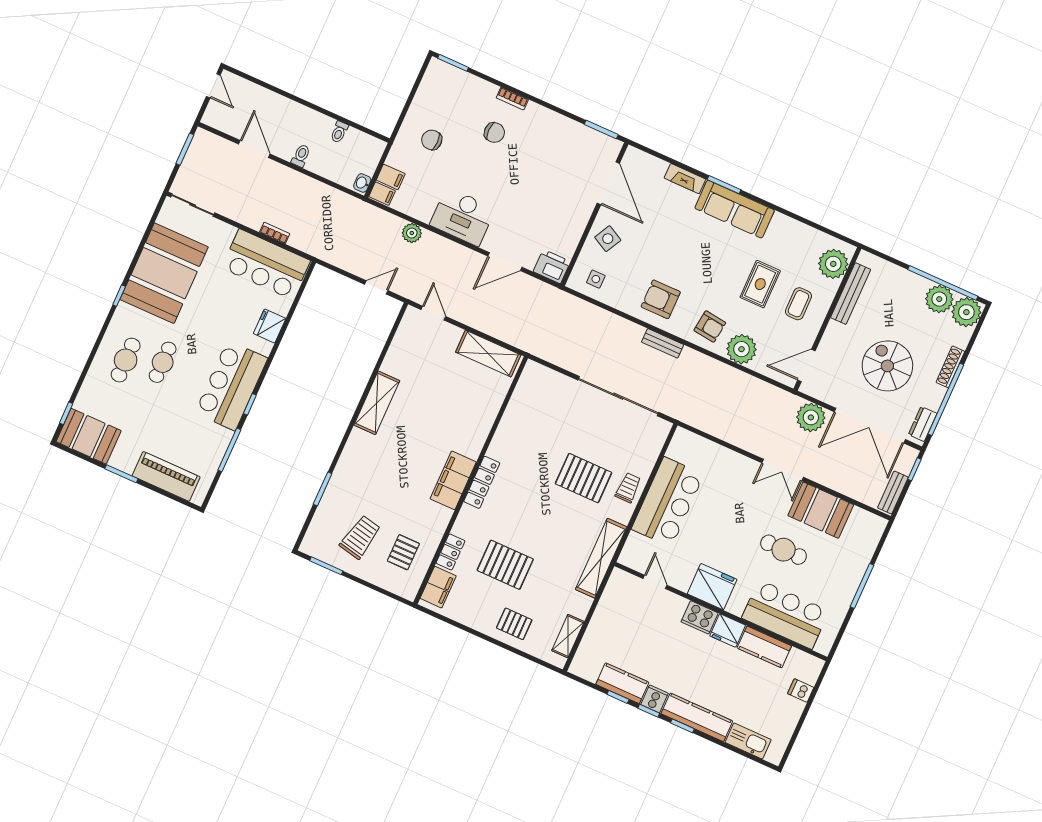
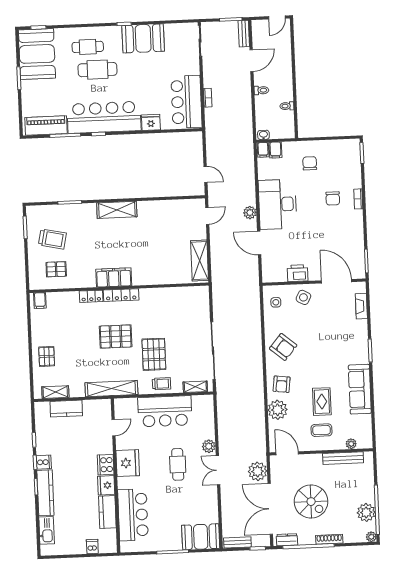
fireplace: (685, 179) -> (361, 306), moved
door: (608, 183) -> (337, 281), swing flipped
sofa: (735, 209) -> (360, 389), moved
desk: (462, 217) -> (278, 204), width x1.36, depth x1.30
plant: (412, 233) -> (250, 213), moved
plant: (833, 264) -> (351, 444), width x0.53, depth x0.53
printer: (552, 267) -> (298, 273), moved, turned -90
booth: (164, 273) -> (143, 38), width x0.73, depth x0.70
rug: (760, 284) -> (322, 402), turned 90
armchair: (661, 299) -> (283, 347), turned 130
plant: (966, 312) -> (371, 537), width x0.53, depth x0.53
bench: (663, 343) -> (244, 34), moved
cafe table: (163, 362) -> (97, 70), width x1.37, depth x1.35
spiral stairs: (887, 366) -> (311, 502), turned 90
bar counter: (231, 386) -> (104, 117), width x1.36
shelving: (377, 403) -> (117, 210), moved
booth: (89, 436) -> (37, 54), width x1.36, depth x1.42
shelving: (655, 444) -> (195, 387), added
plant: (744, 466) -> (209, 446), added
piano: (166, 476) -> (46, 126), moved, turned -90
booth: (821, 510) -> (201, 537), moved, turned 90
cafe table: (784, 550) -> (178, 464), moved
locker: (450, 552) -> (91, 296), moved
pallet: (505, 565) -> (116, 337), moved, turned 90
filing cabinet: (438, 587) -> (40, 301), width x0.50
kitchen counter: (622, 683) -> (66, 409), moved, turned 90

